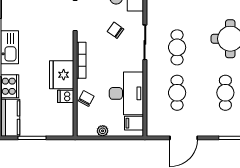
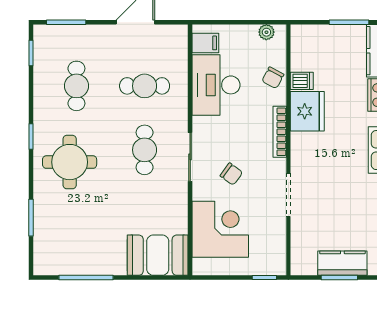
cafe table: (177, 93) -> (145, 86), turned 90
plant: (103, 131) -> (266, 32), moved

